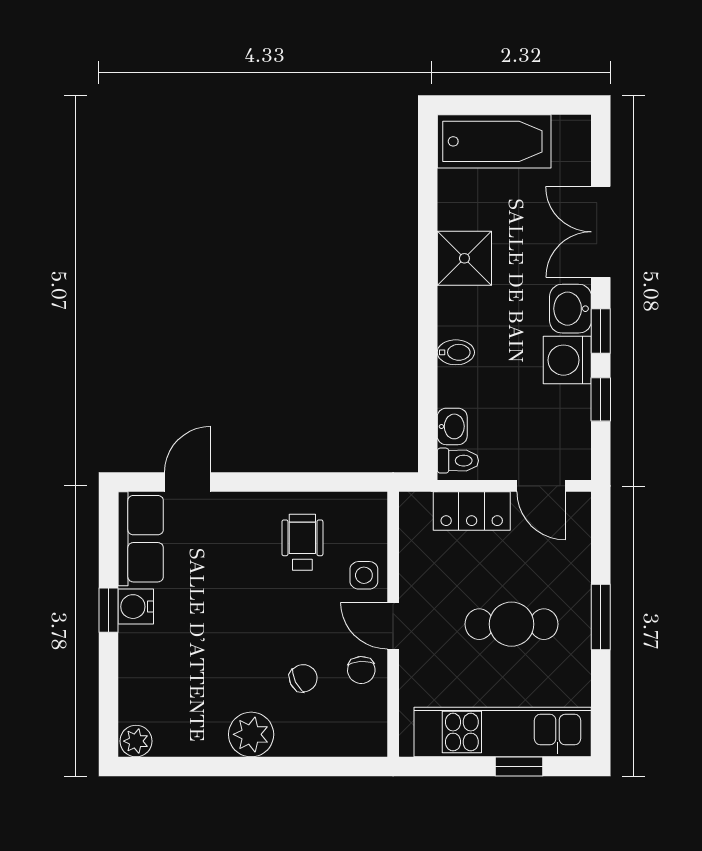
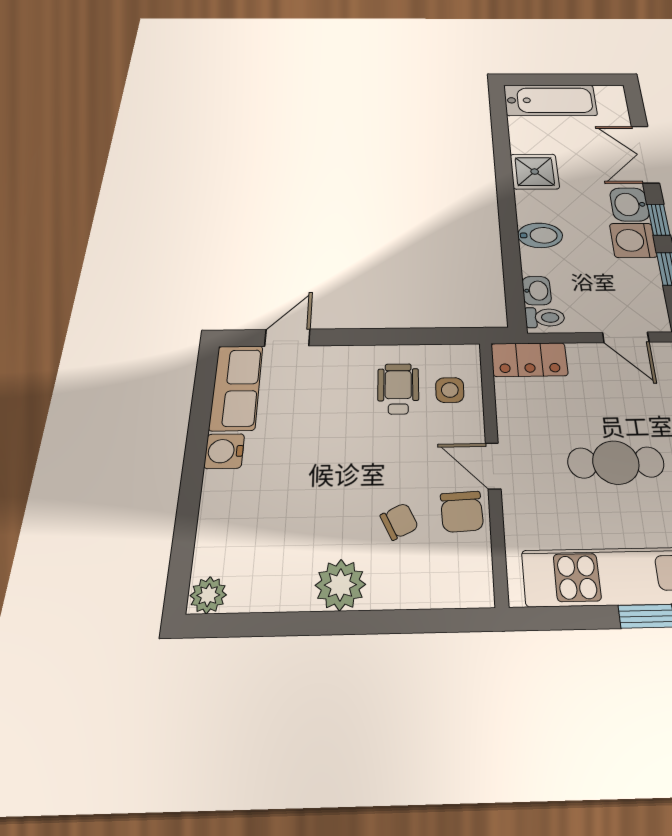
bidet: (456, 352) -> (540, 235), width x1.38, depth x1.36
locker: (472, 511) -> (529, 360), moved
side table: (364, 575) -> (450, 390), moved
window: (108, 610) -> (195, 455), removed
chair: (361, 670) -> (462, 512), width x1.37, depth x1.37

